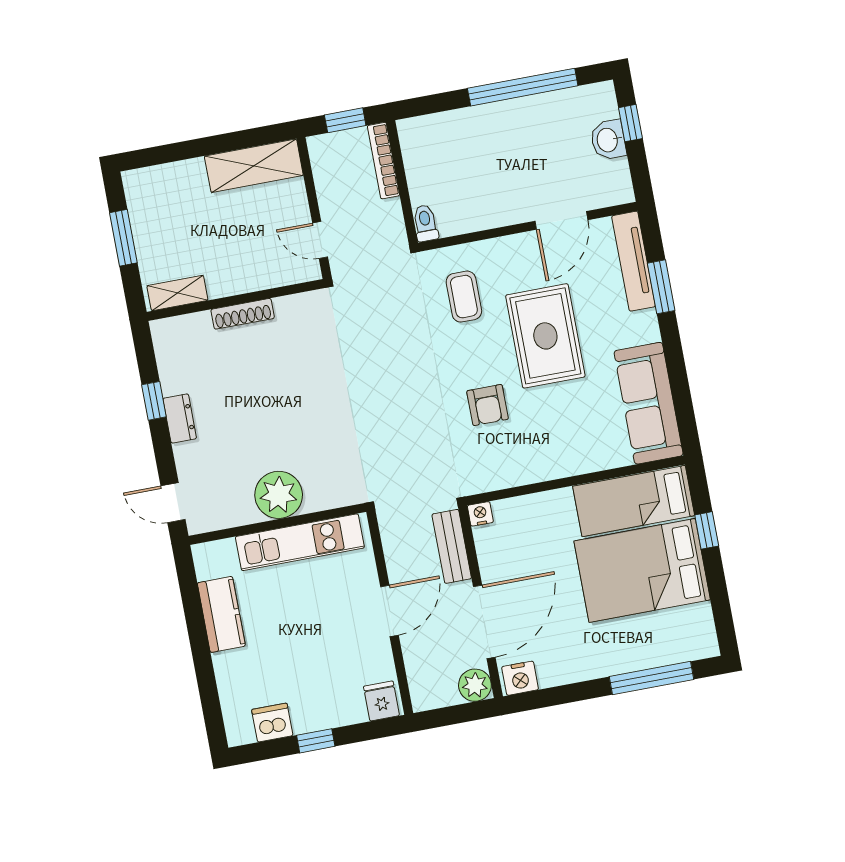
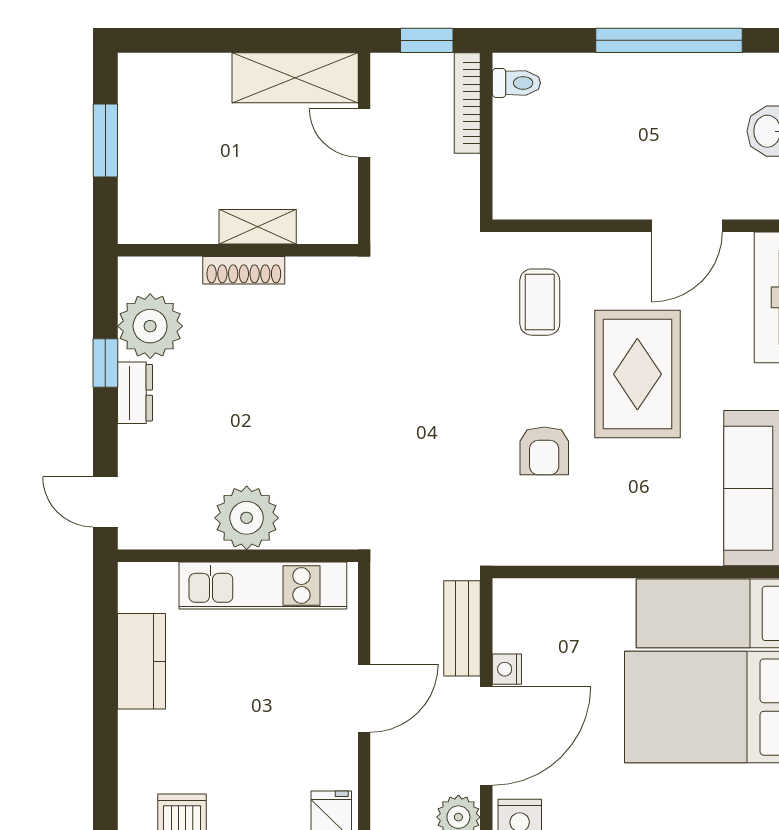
toilet: (425, 223) -> (516, 83), moved, turned 90
door: (320, 240) -> (364, 133), moved
shelving: (177, 293) -> (258, 227), moved
plant: (182, 368) -> (150, 326), added
nightstand: (480, 514) -> (507, 669), moved, turned -90

